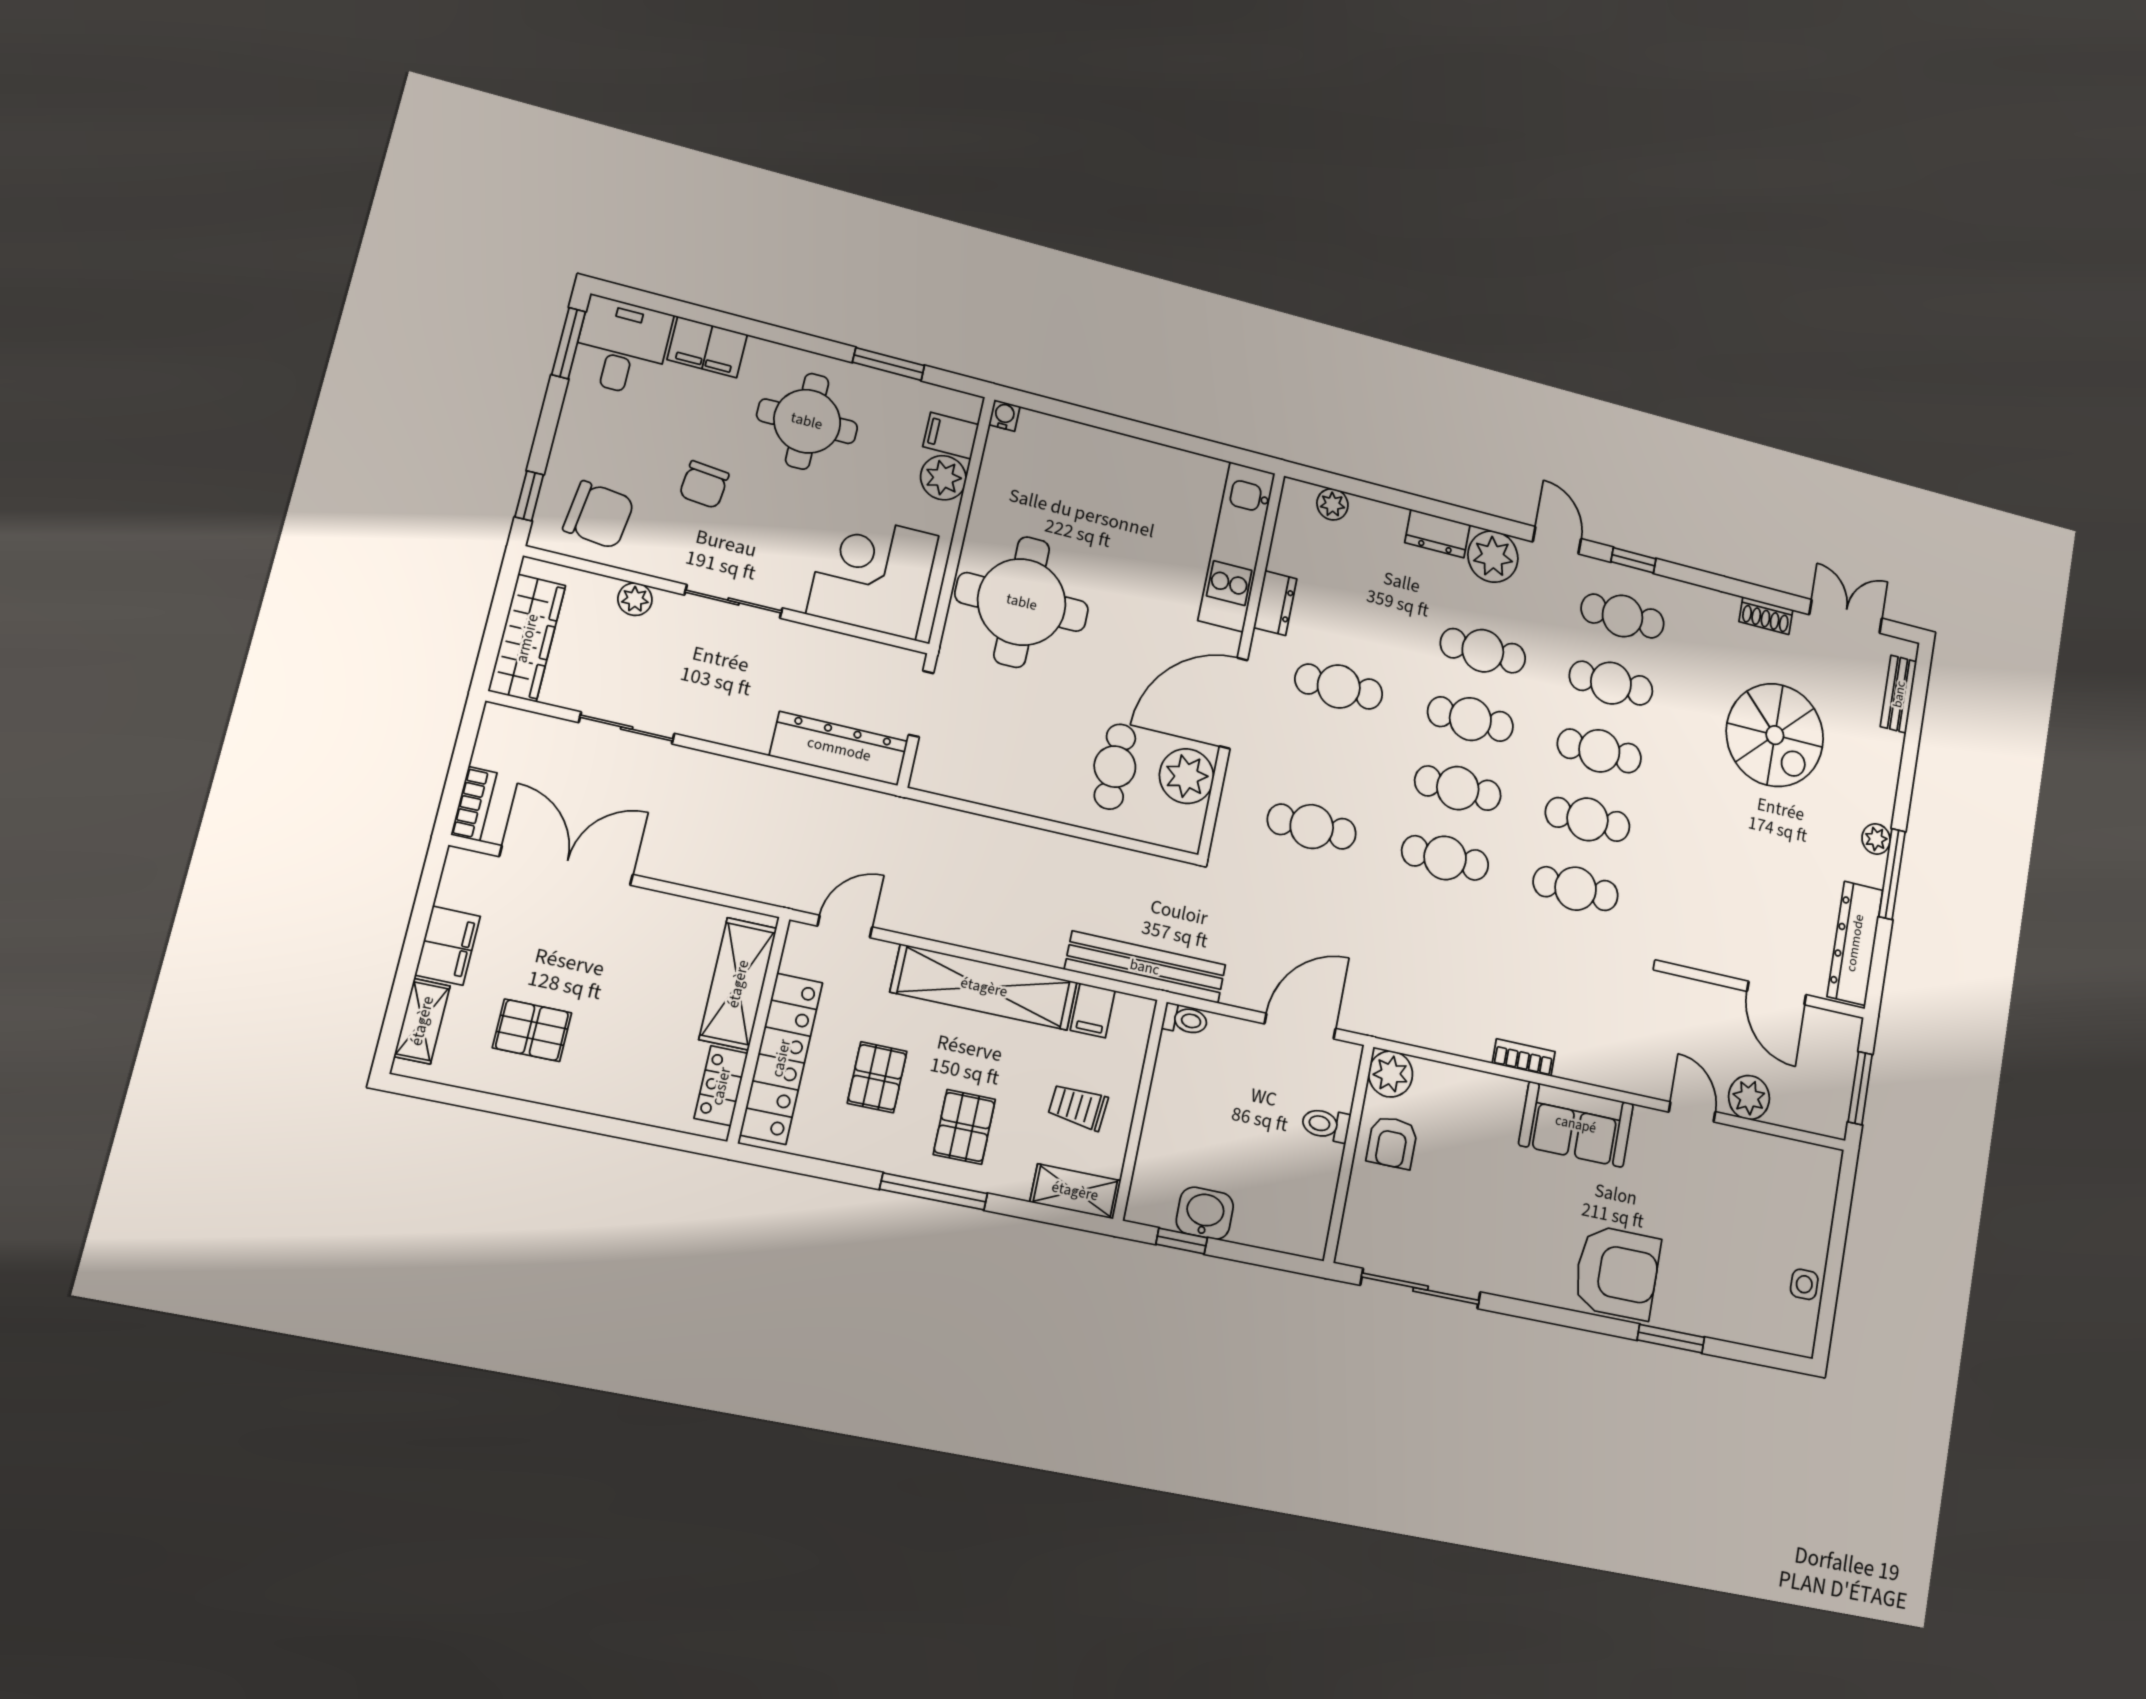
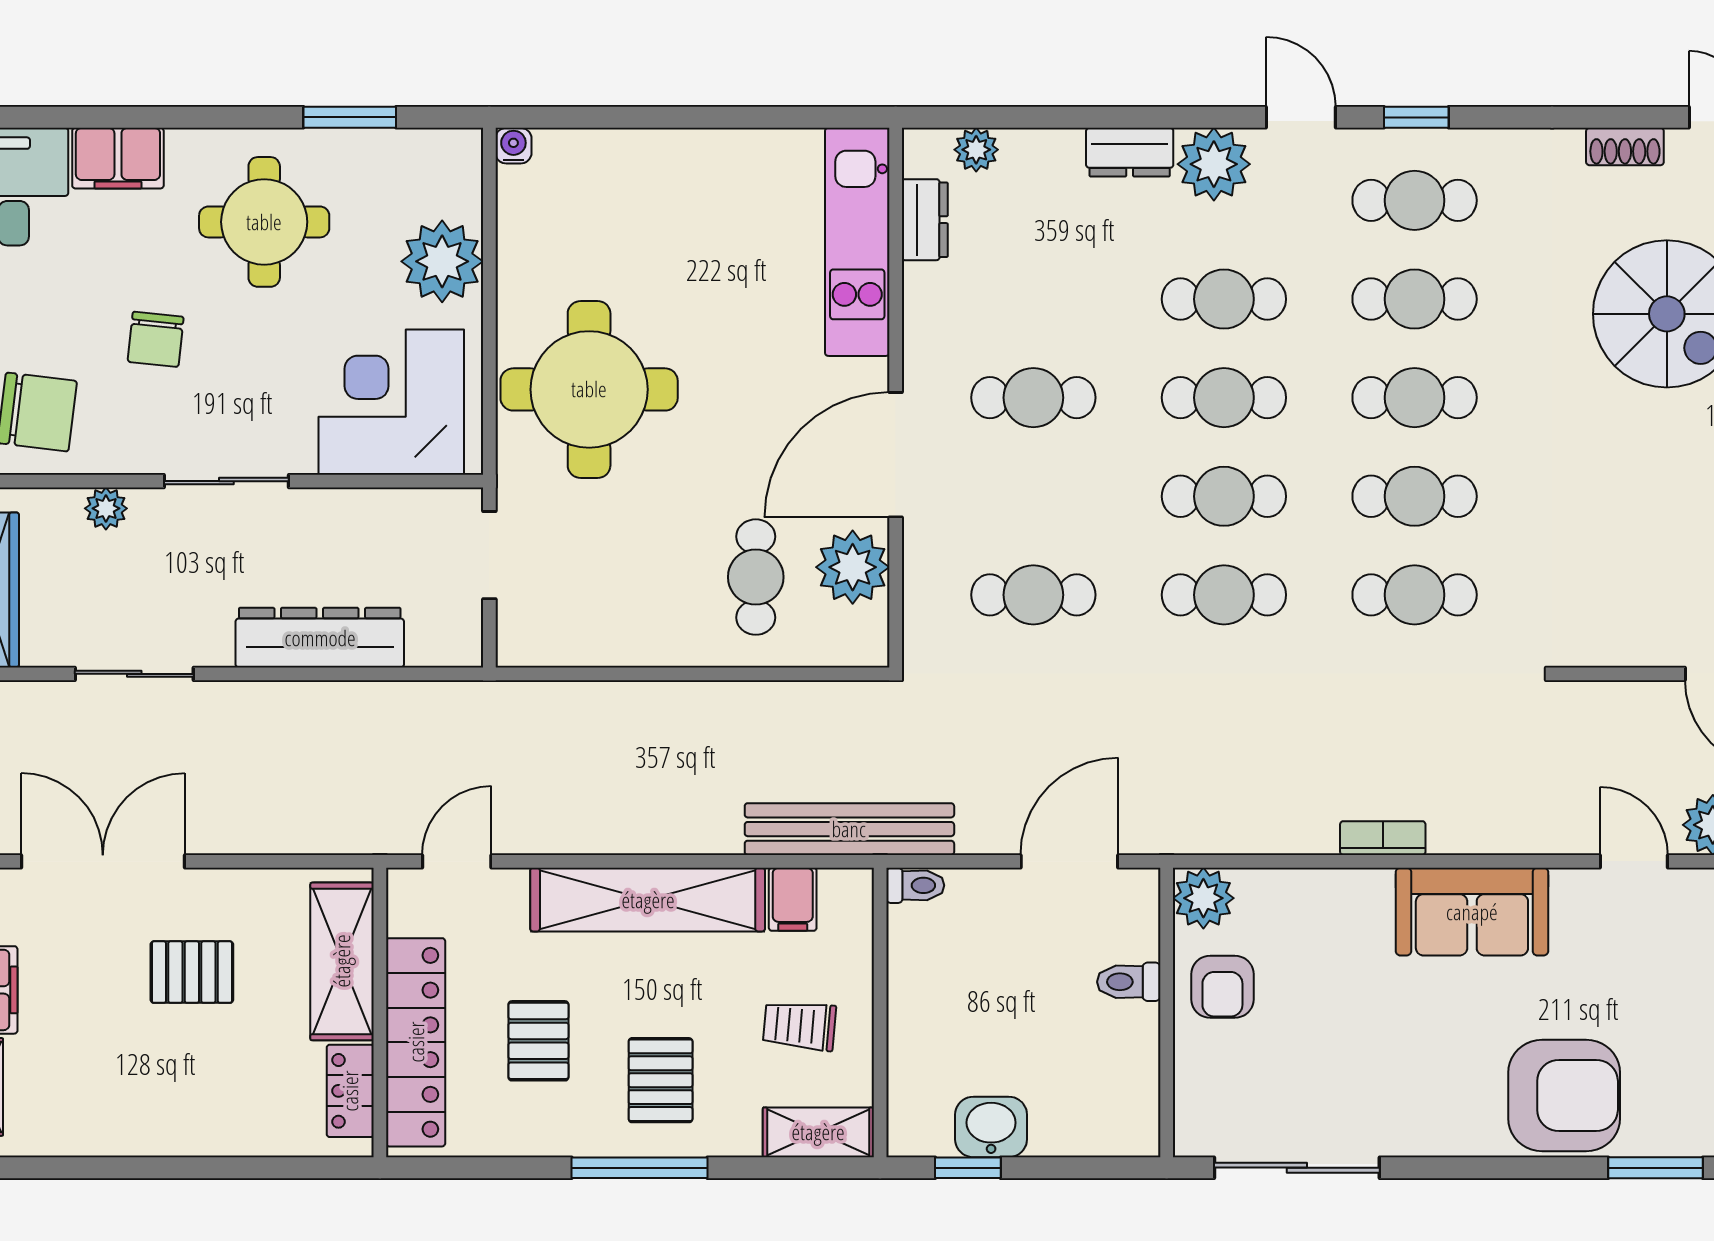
filing cabinet: (951, 436) -> (450, 192), removed
plant: (943, 478) -> (442, 261), width x1.36, depth x1.36
dresser: (1275, 603) -> (925, 220), moved
dresser: (839, 749) -> (320, 638), moved
pallet: (532, 1030) -> (192, 972), moved

